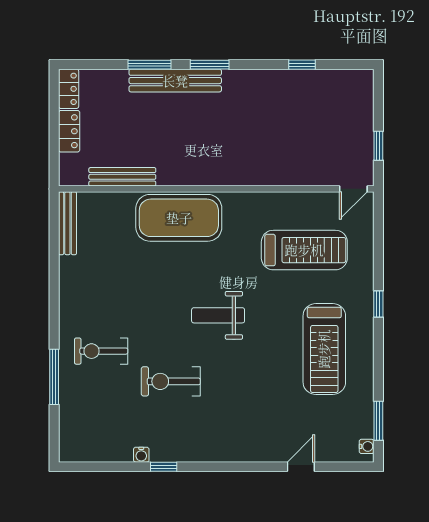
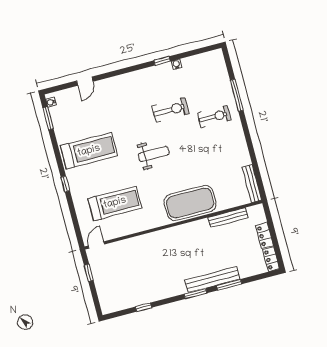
treadmill: (304, 250) -> (115, 203), turned 180
treadmill: (324, 349) -> (89, 151), turned 90

